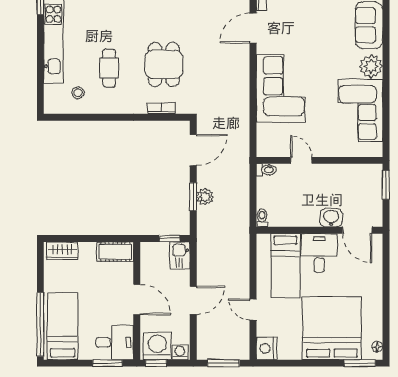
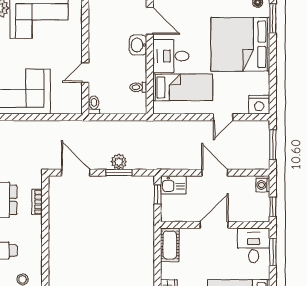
toilet: (262, 218) -> (138, 87), moved
door: (357, 230) -> (150, 21), hinge flipped
washing machine: (157, 346) -> (257, 206), removed

